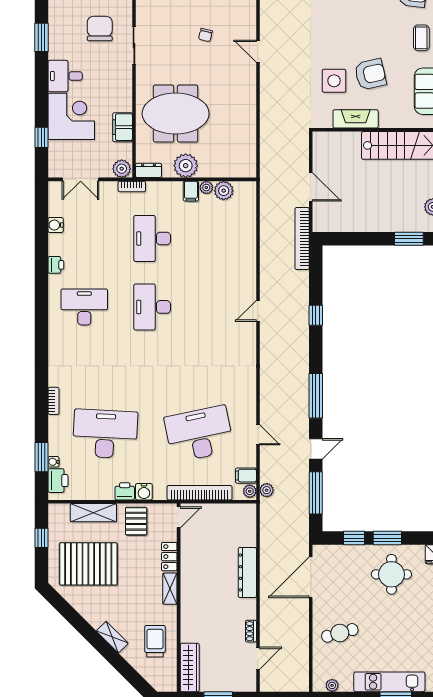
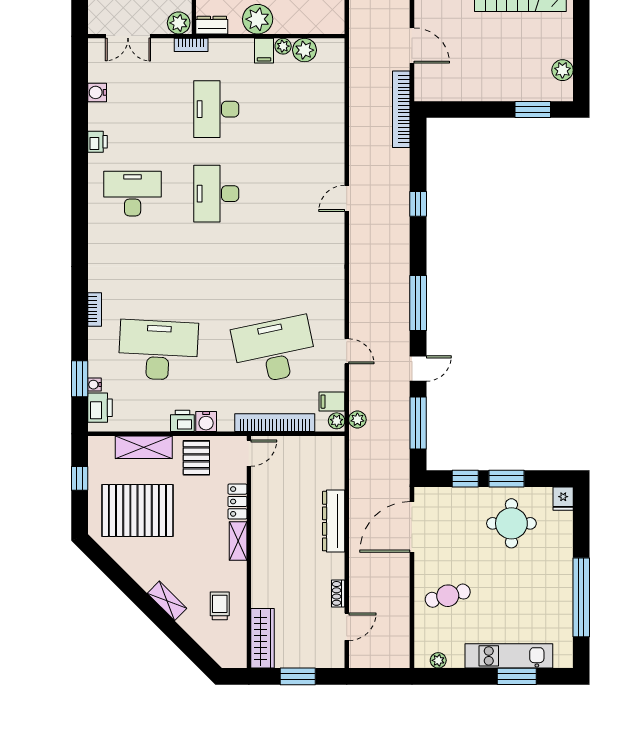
trolley: (155, 641) -> (220, 606), width x0.73, depth x0.72

